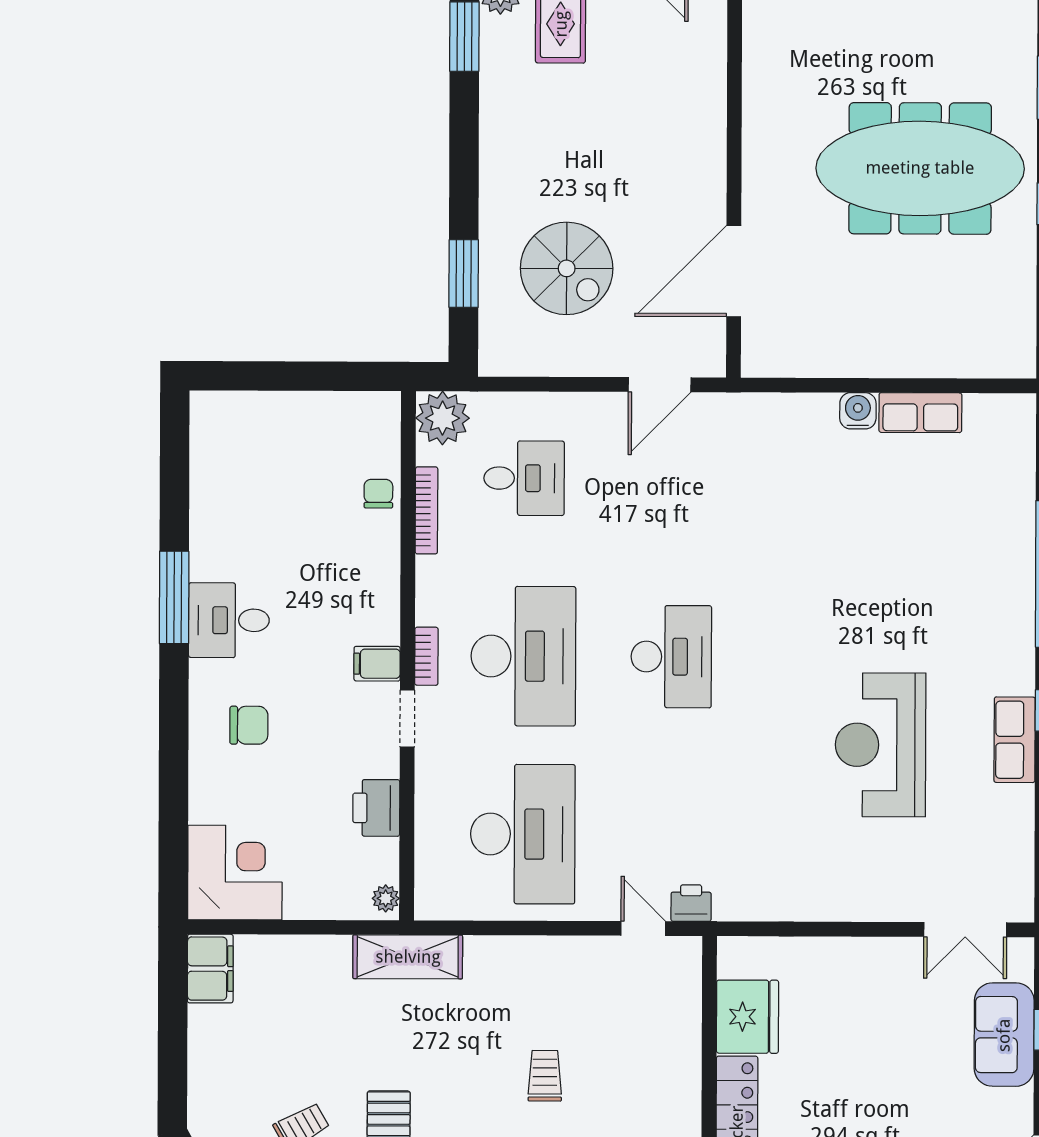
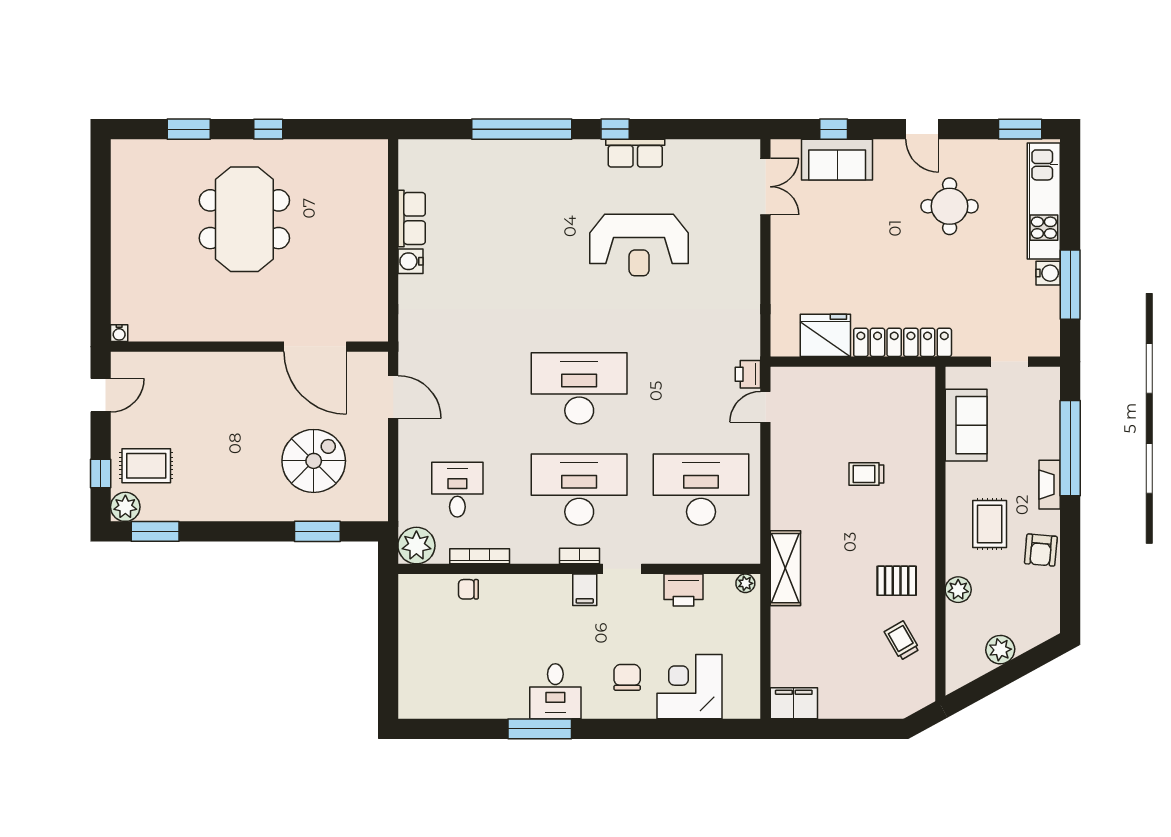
meeting table: (920, 168) -> (244, 219), width x0.73
desk: (671, 657) -> (579, 388), width x1.36, depth x1.30
corner desk: (235, 873) -> (689, 687), moved

